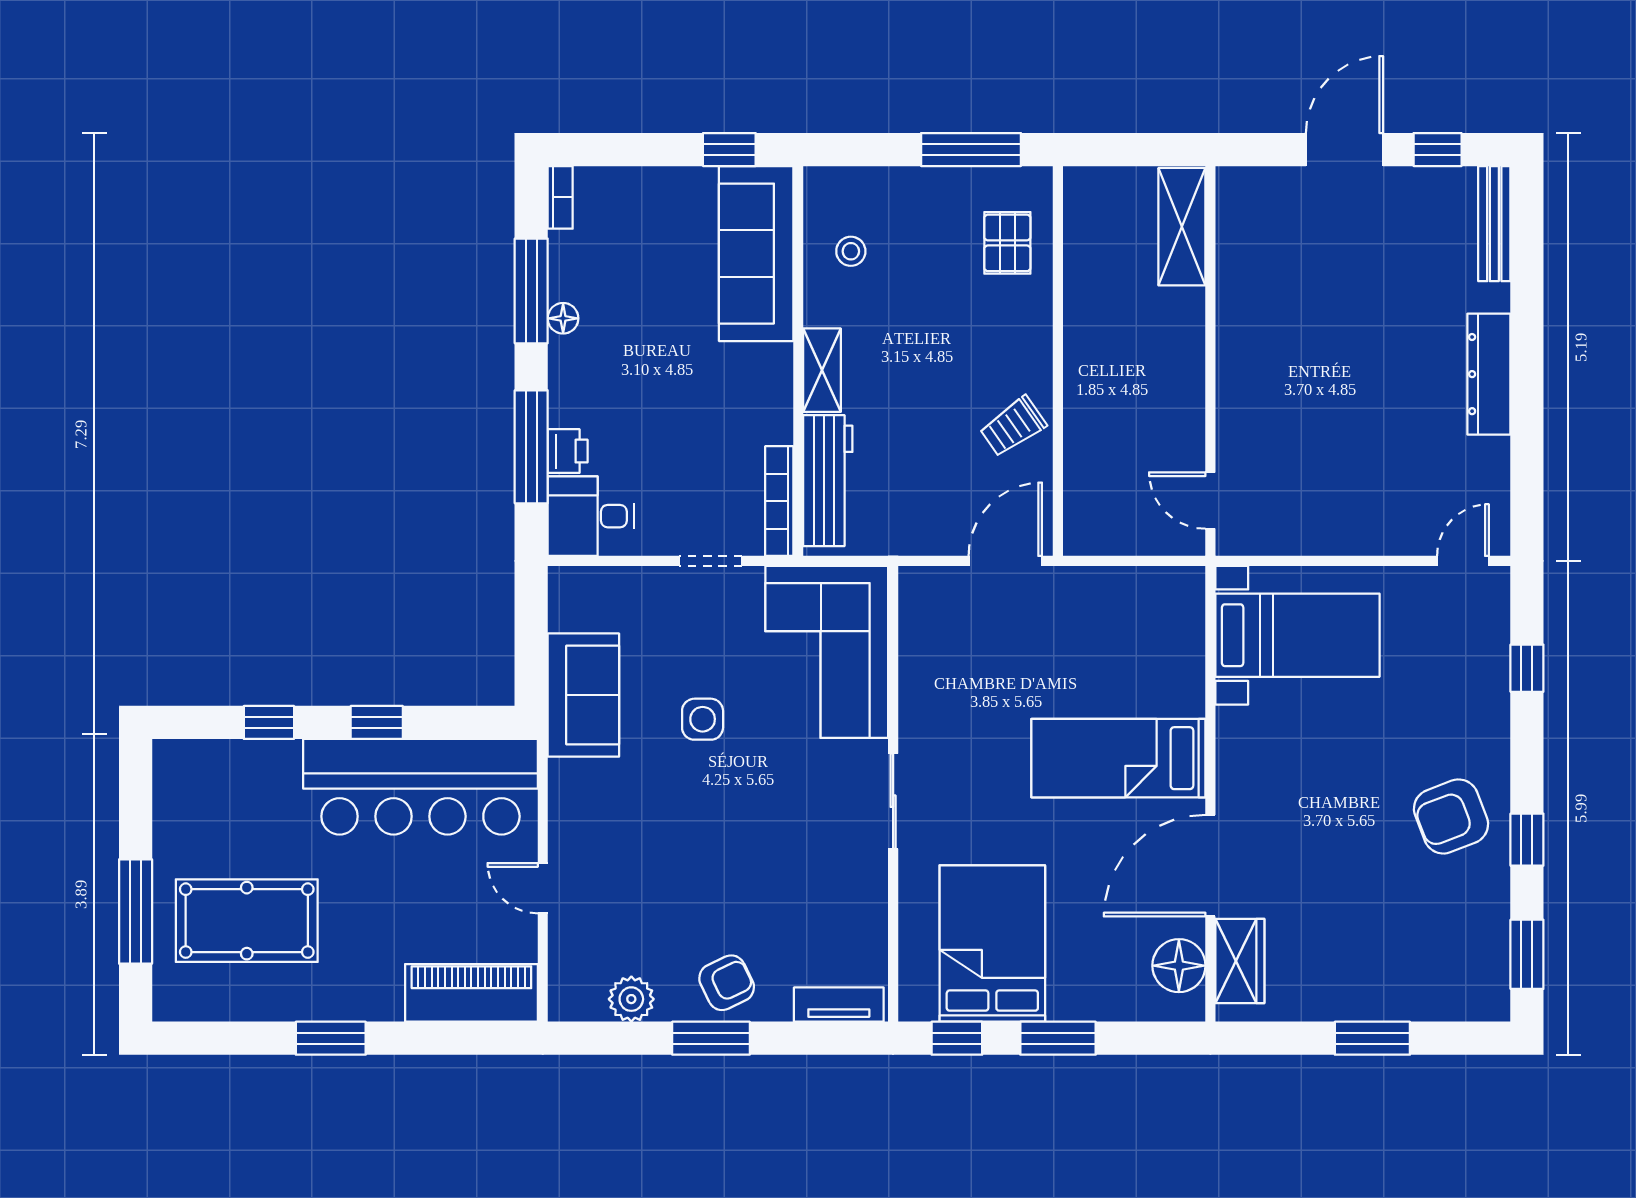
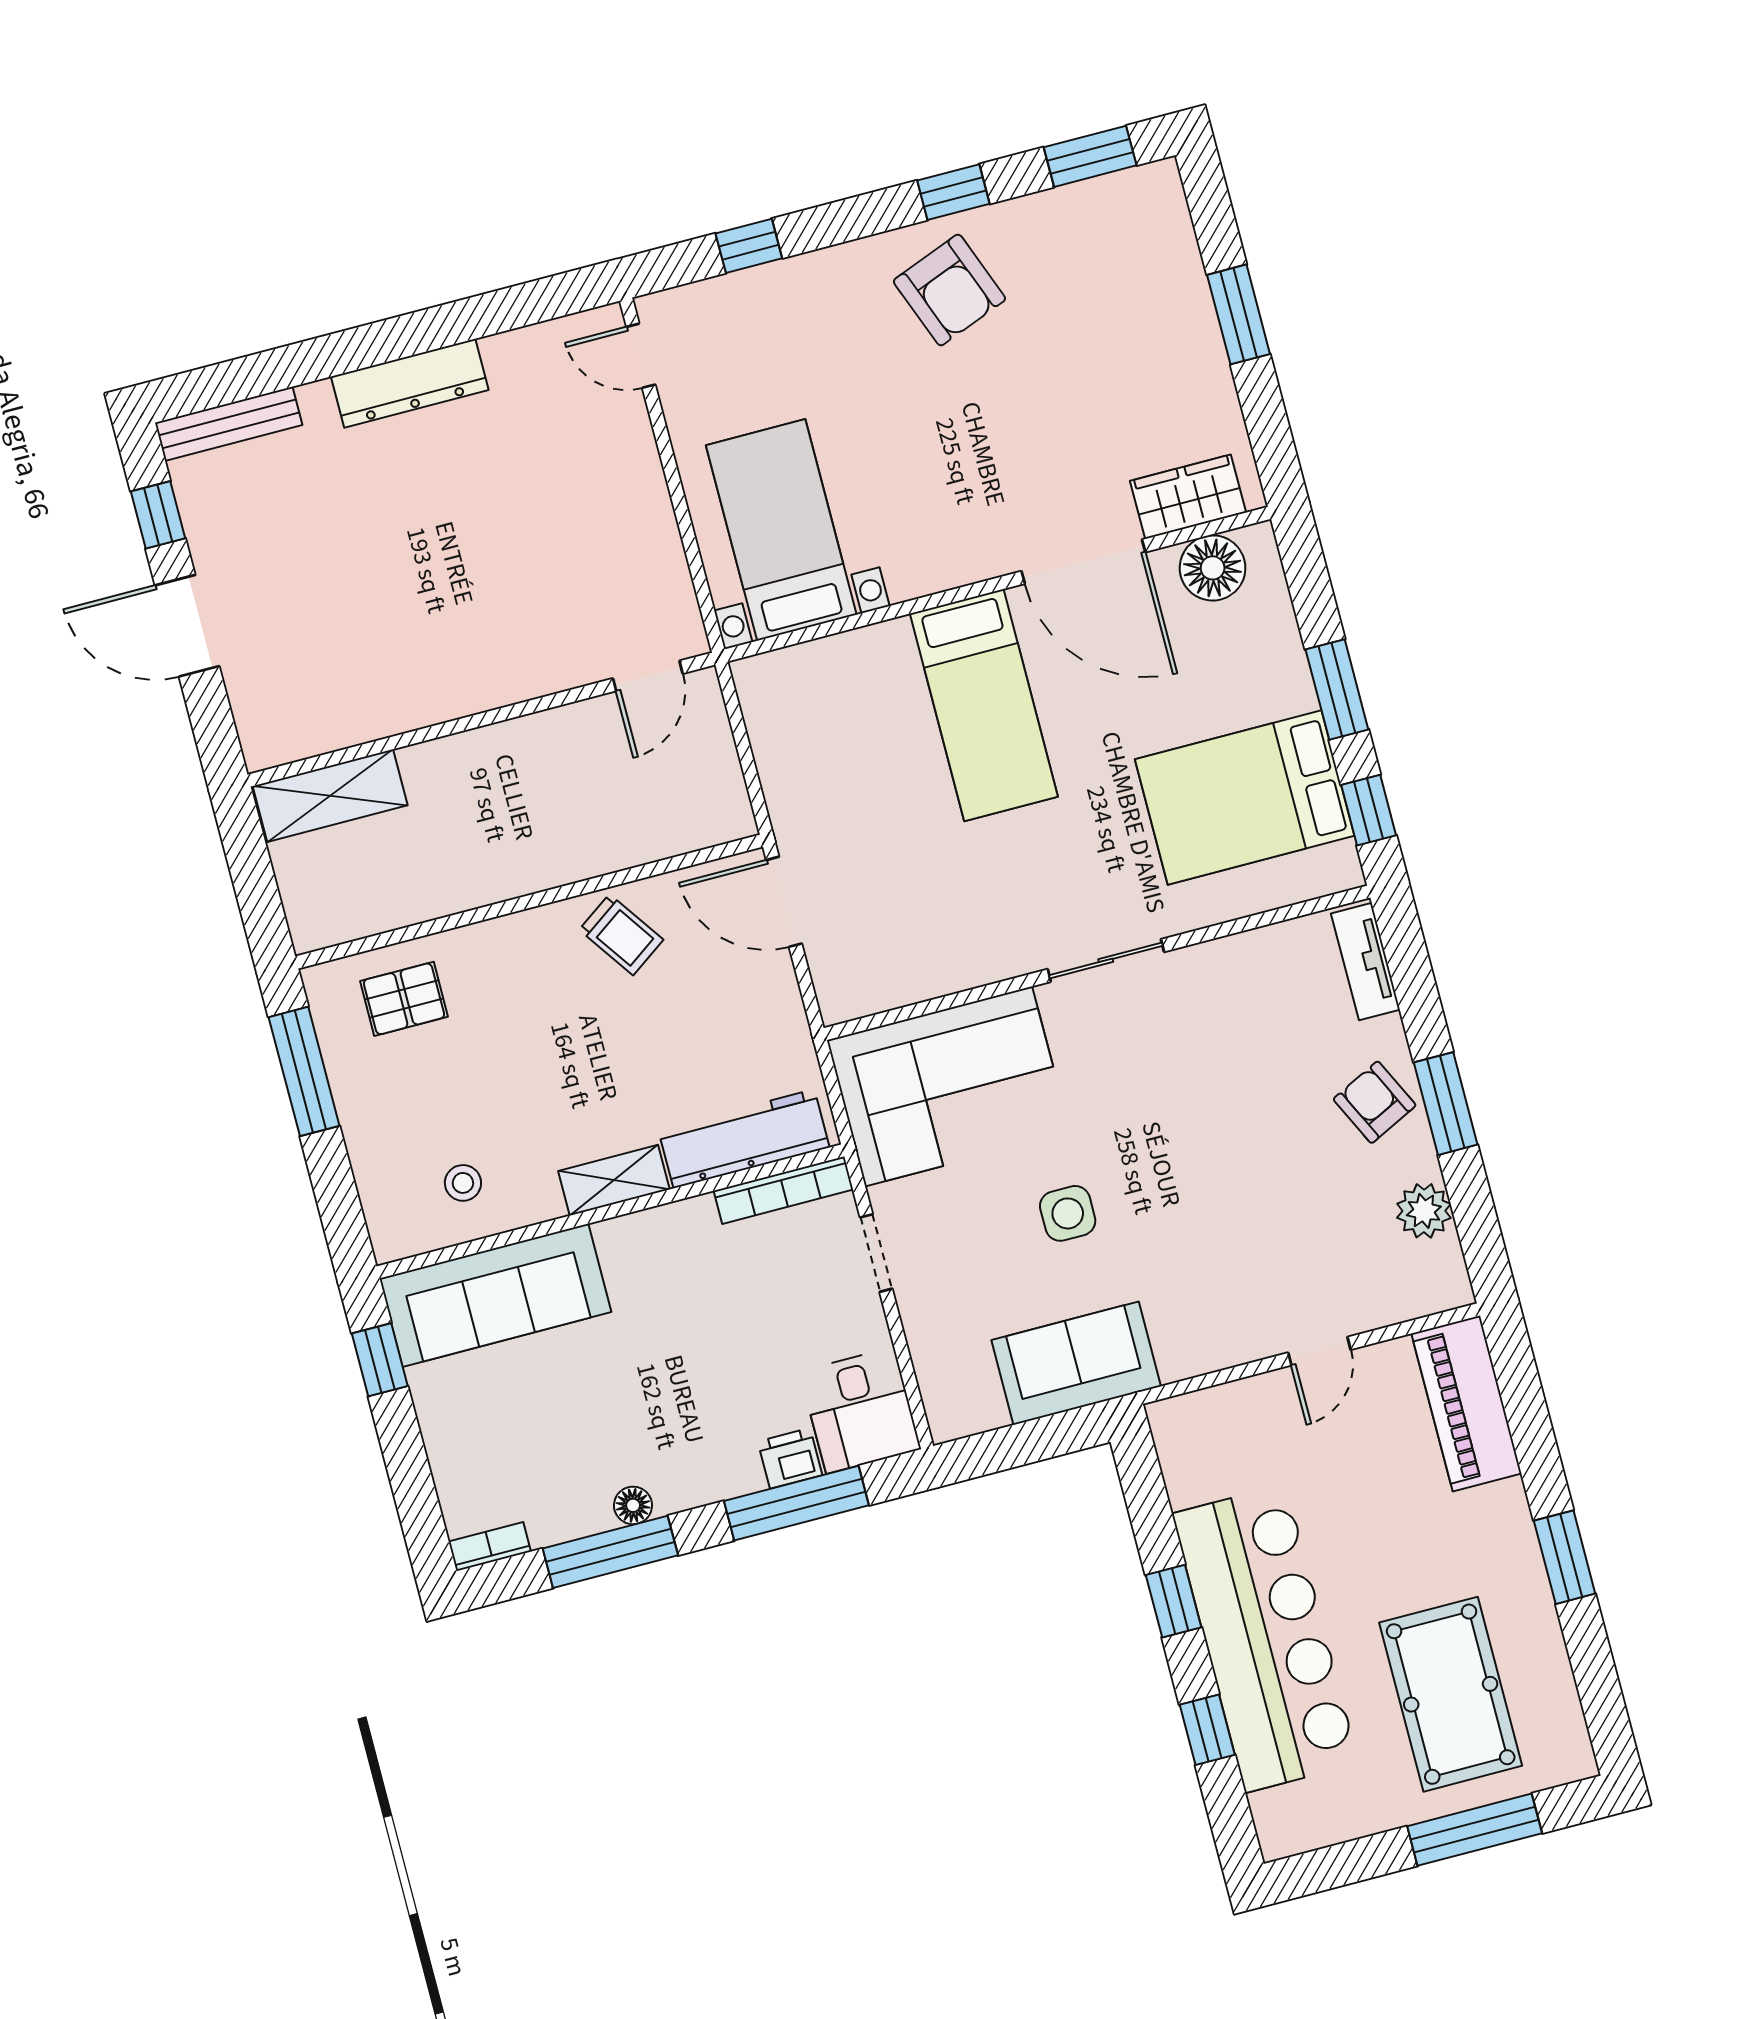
bar counter: (420, 787) -> (1265, 1638), moved

